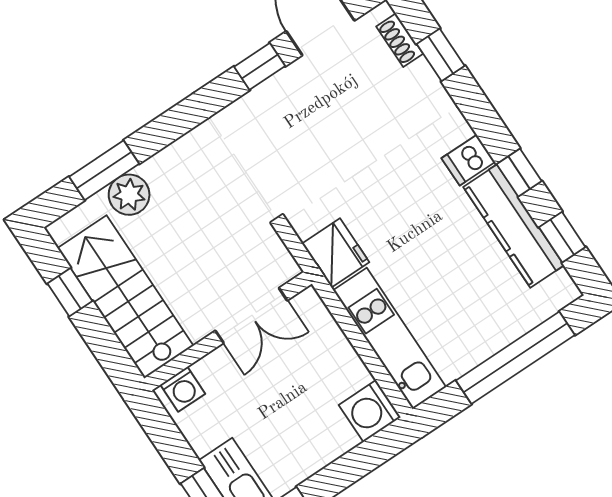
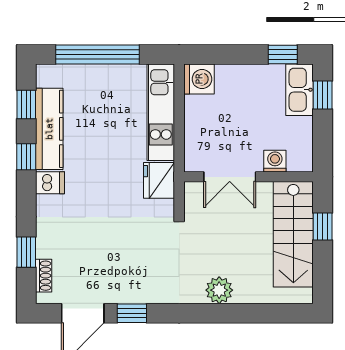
window: (104, 170) -> (258, 313), removed
plant: (129, 195) -> (219, 290), moved
window: (70, 292) -> (323, 226), moved
double door: (251, 316) -> (230, 177), swing flipped
washing machine: (183, 389) -> (275, 161), moved

